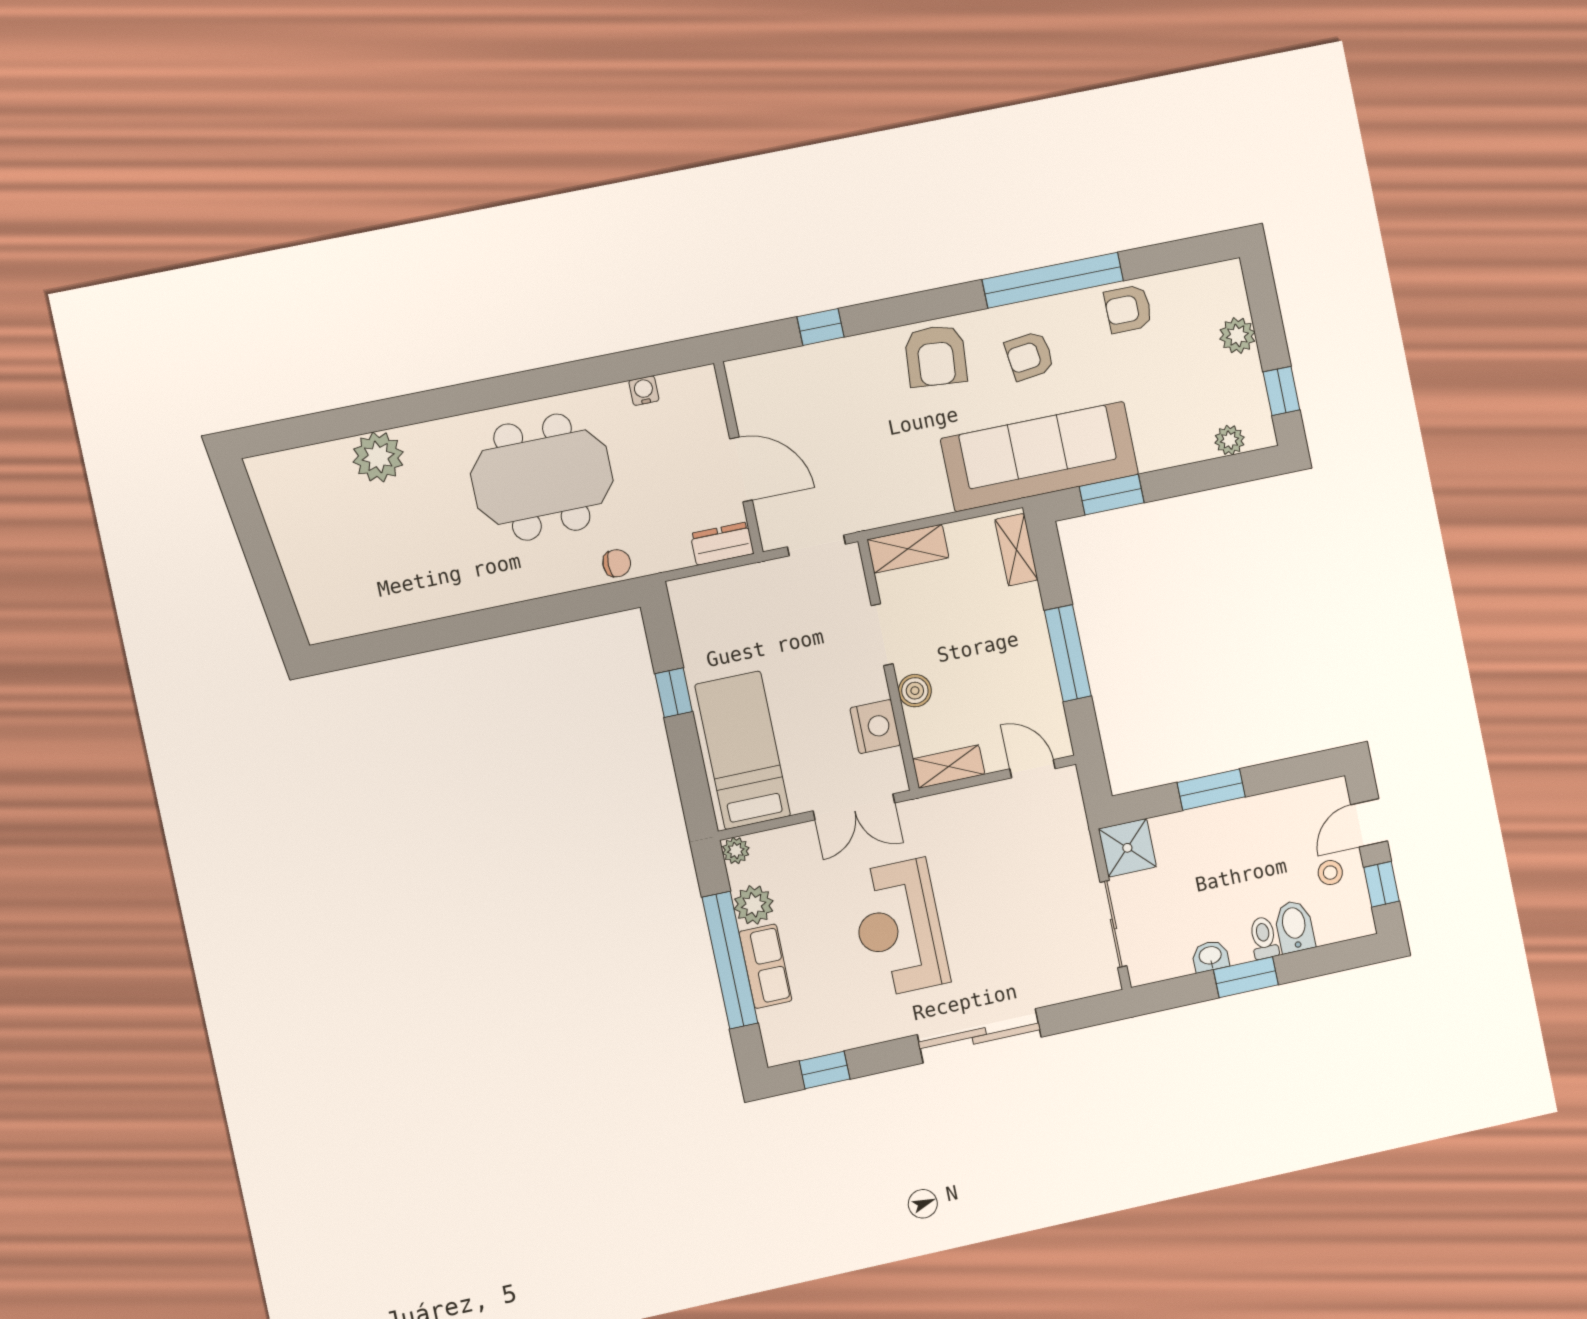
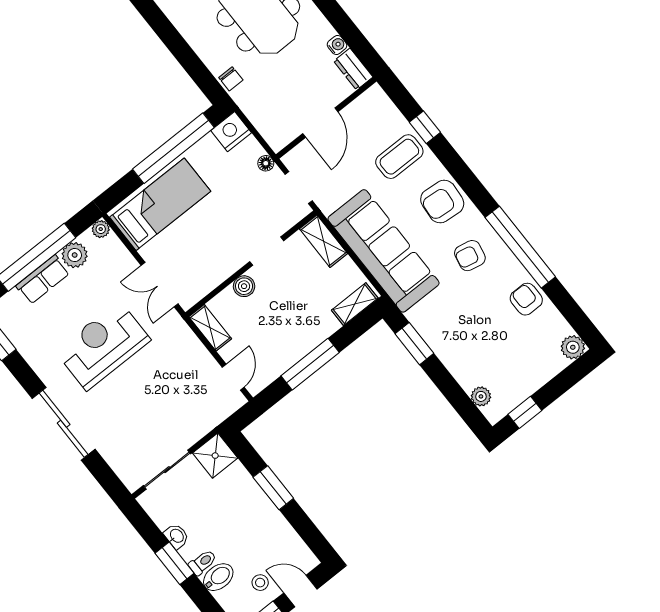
plant: (1237, 335) -> (573, 347), moved
armchair: (1029, 356) -> (470, 256), turned -71
coffee table: (844, 383) -> (399, 157), added
sofa: (1040, 457) -> (384, 251), moved
dresser: (722, 544) -> (353, 69), moved, turned 180
floor lamp: (759, 574) -> (266, 163), added
window: (674, 693) -> (173, 148), width x3.17
nightstand: (875, 727) -> (231, 132), moved, turned 180

